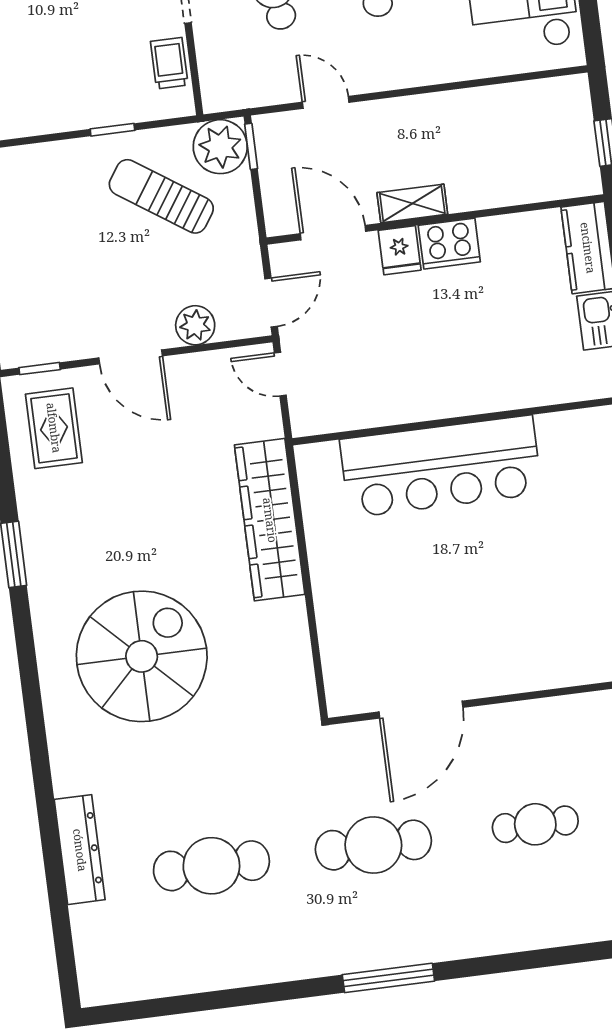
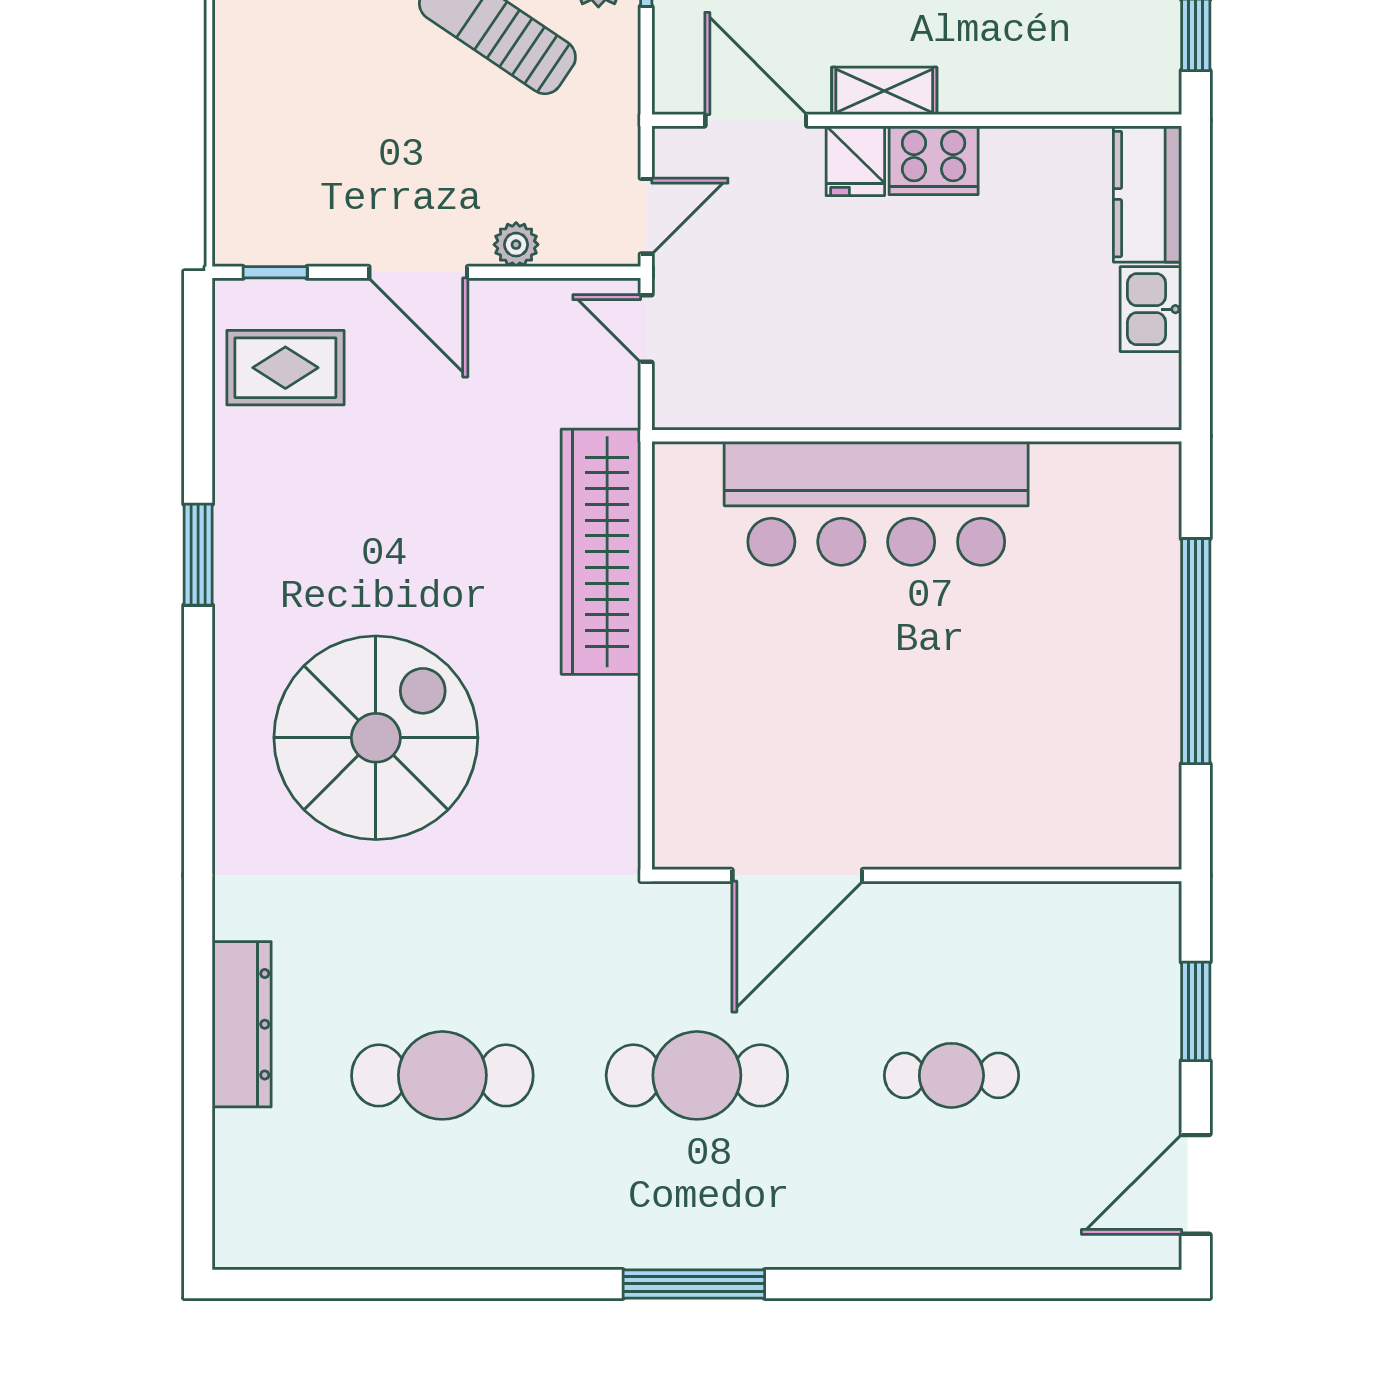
plant: (195, 325) -> (516, 245), width x0.73, depth x0.73
rug: (54, 428) -> (285, 368), turned 90

